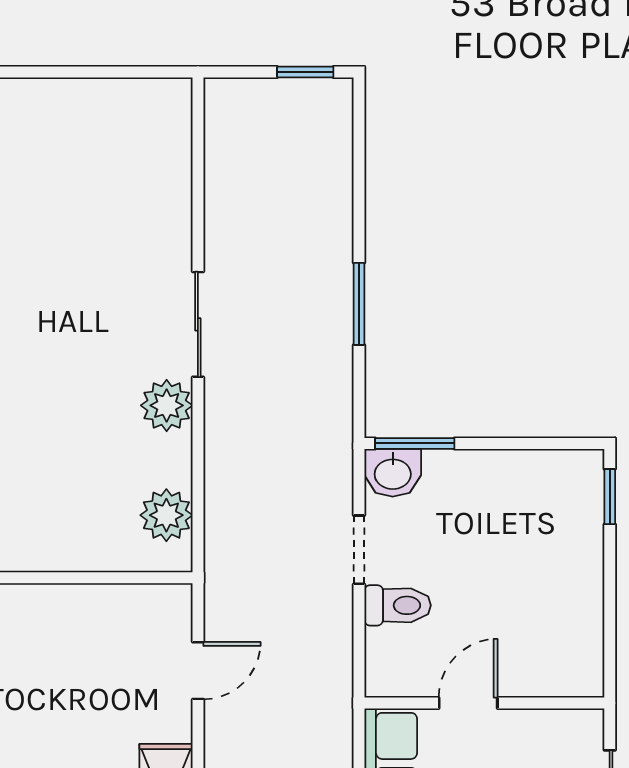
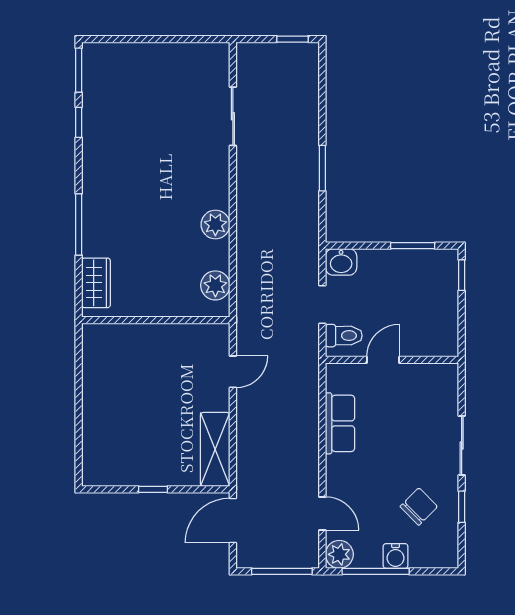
sliding door: (198, 324) -> (233, 116), moved
window: (415, 443) -> (413, 246), moved
door: (468, 703) -> (383, 360), moved
wall: (484, 703) -> (392, 360), moved

